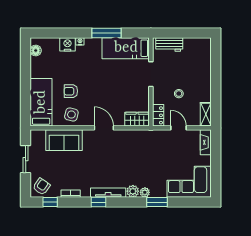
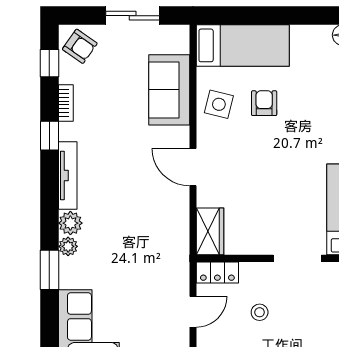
door: (104, 128) -> (193, 167), swing flipped
window: (98, 202) -> (49, 136), moved

